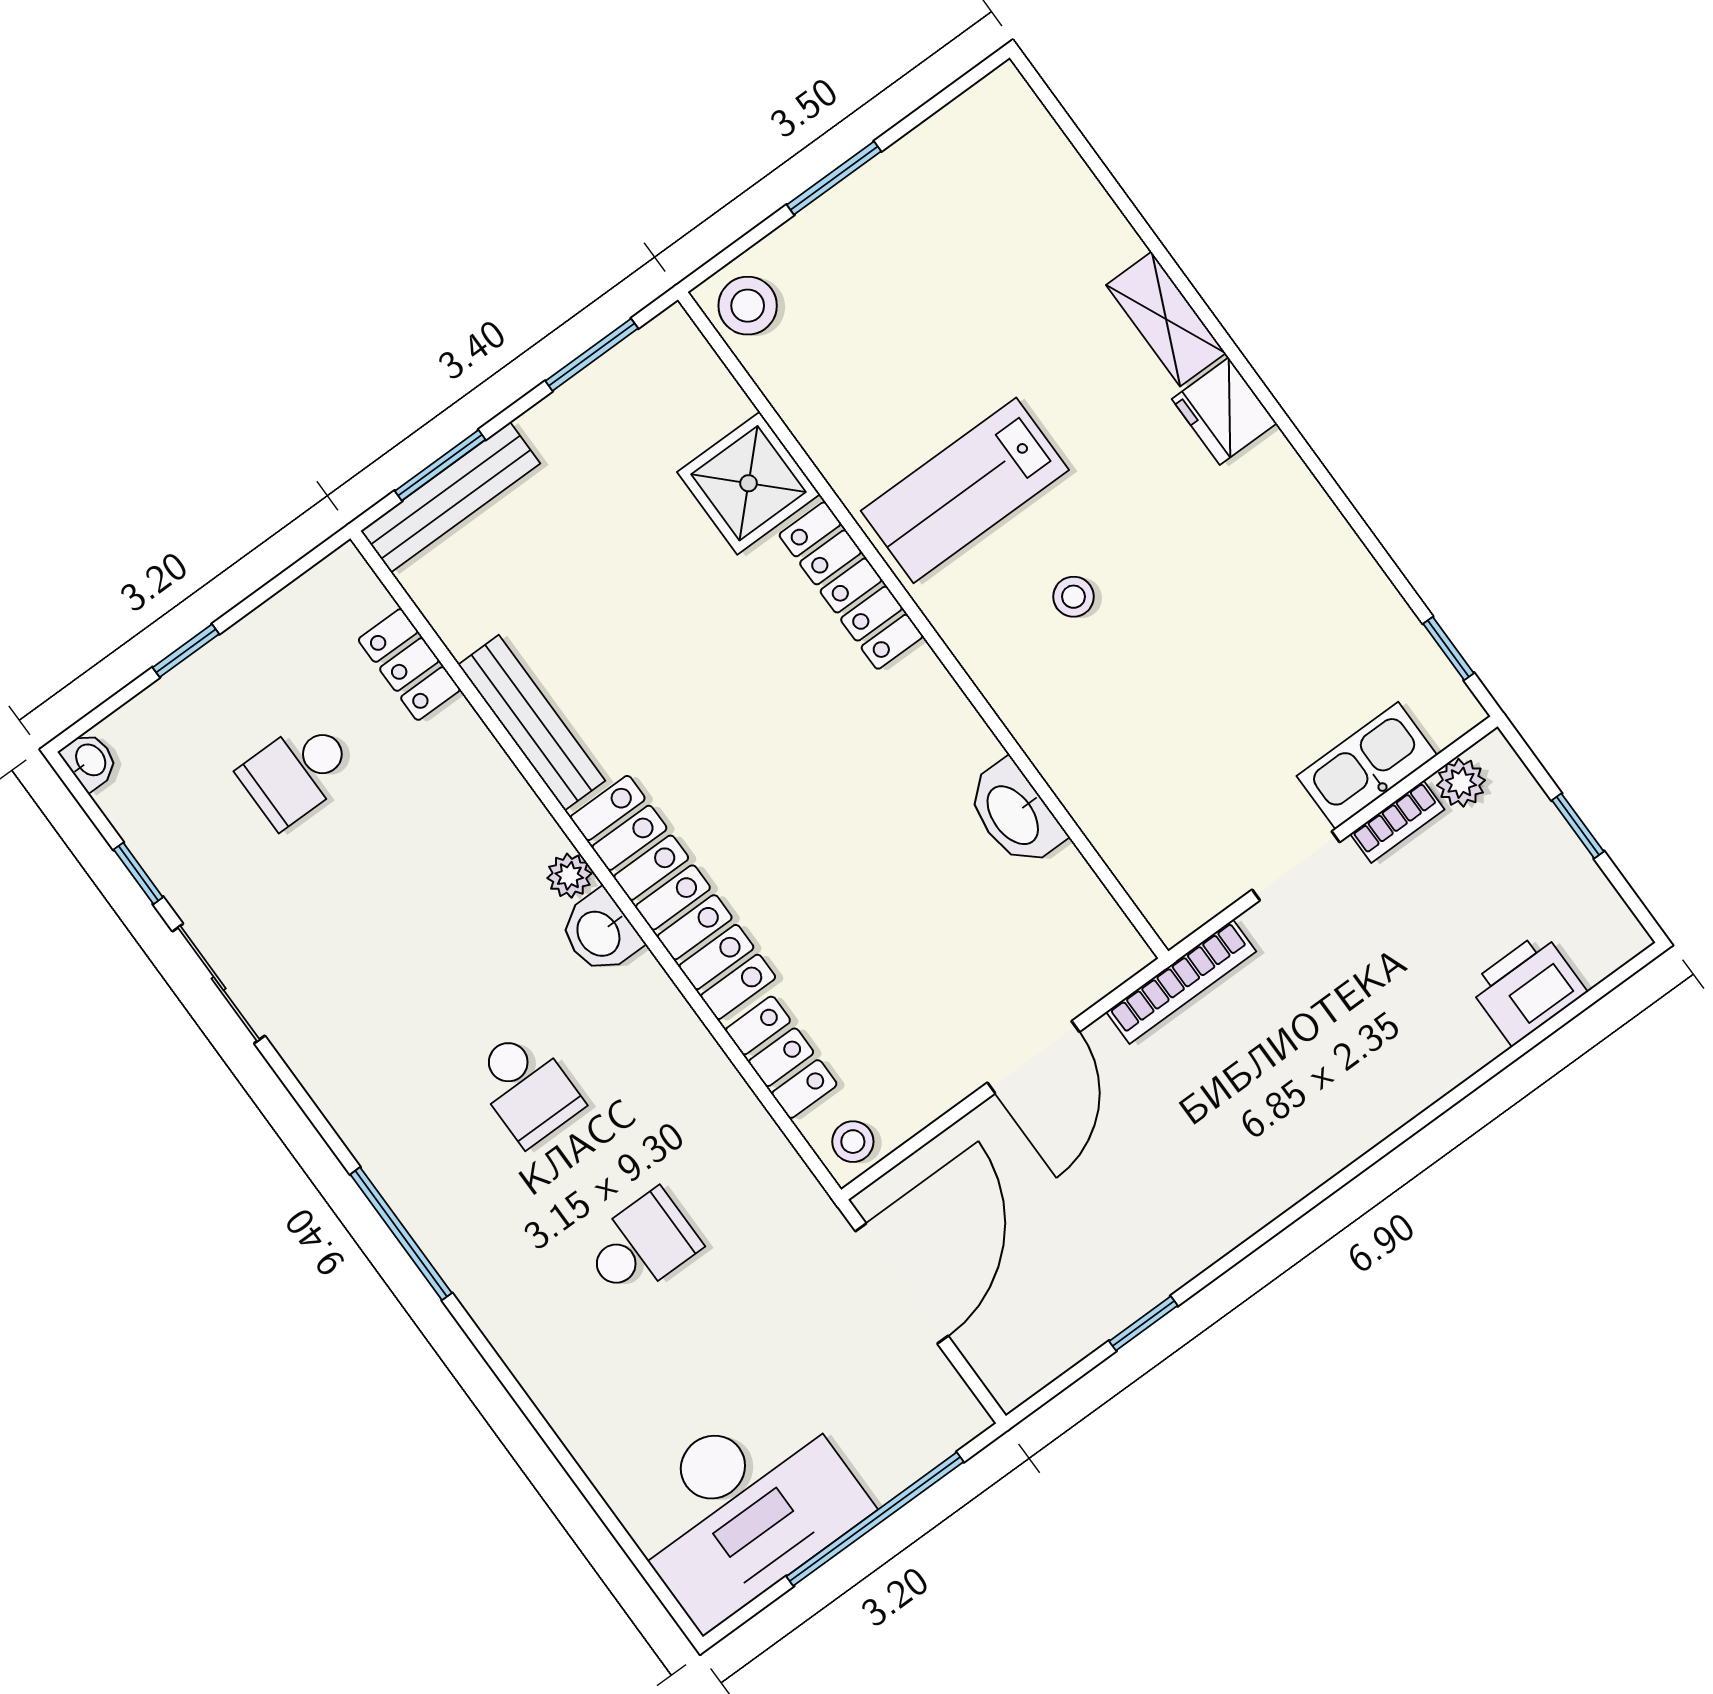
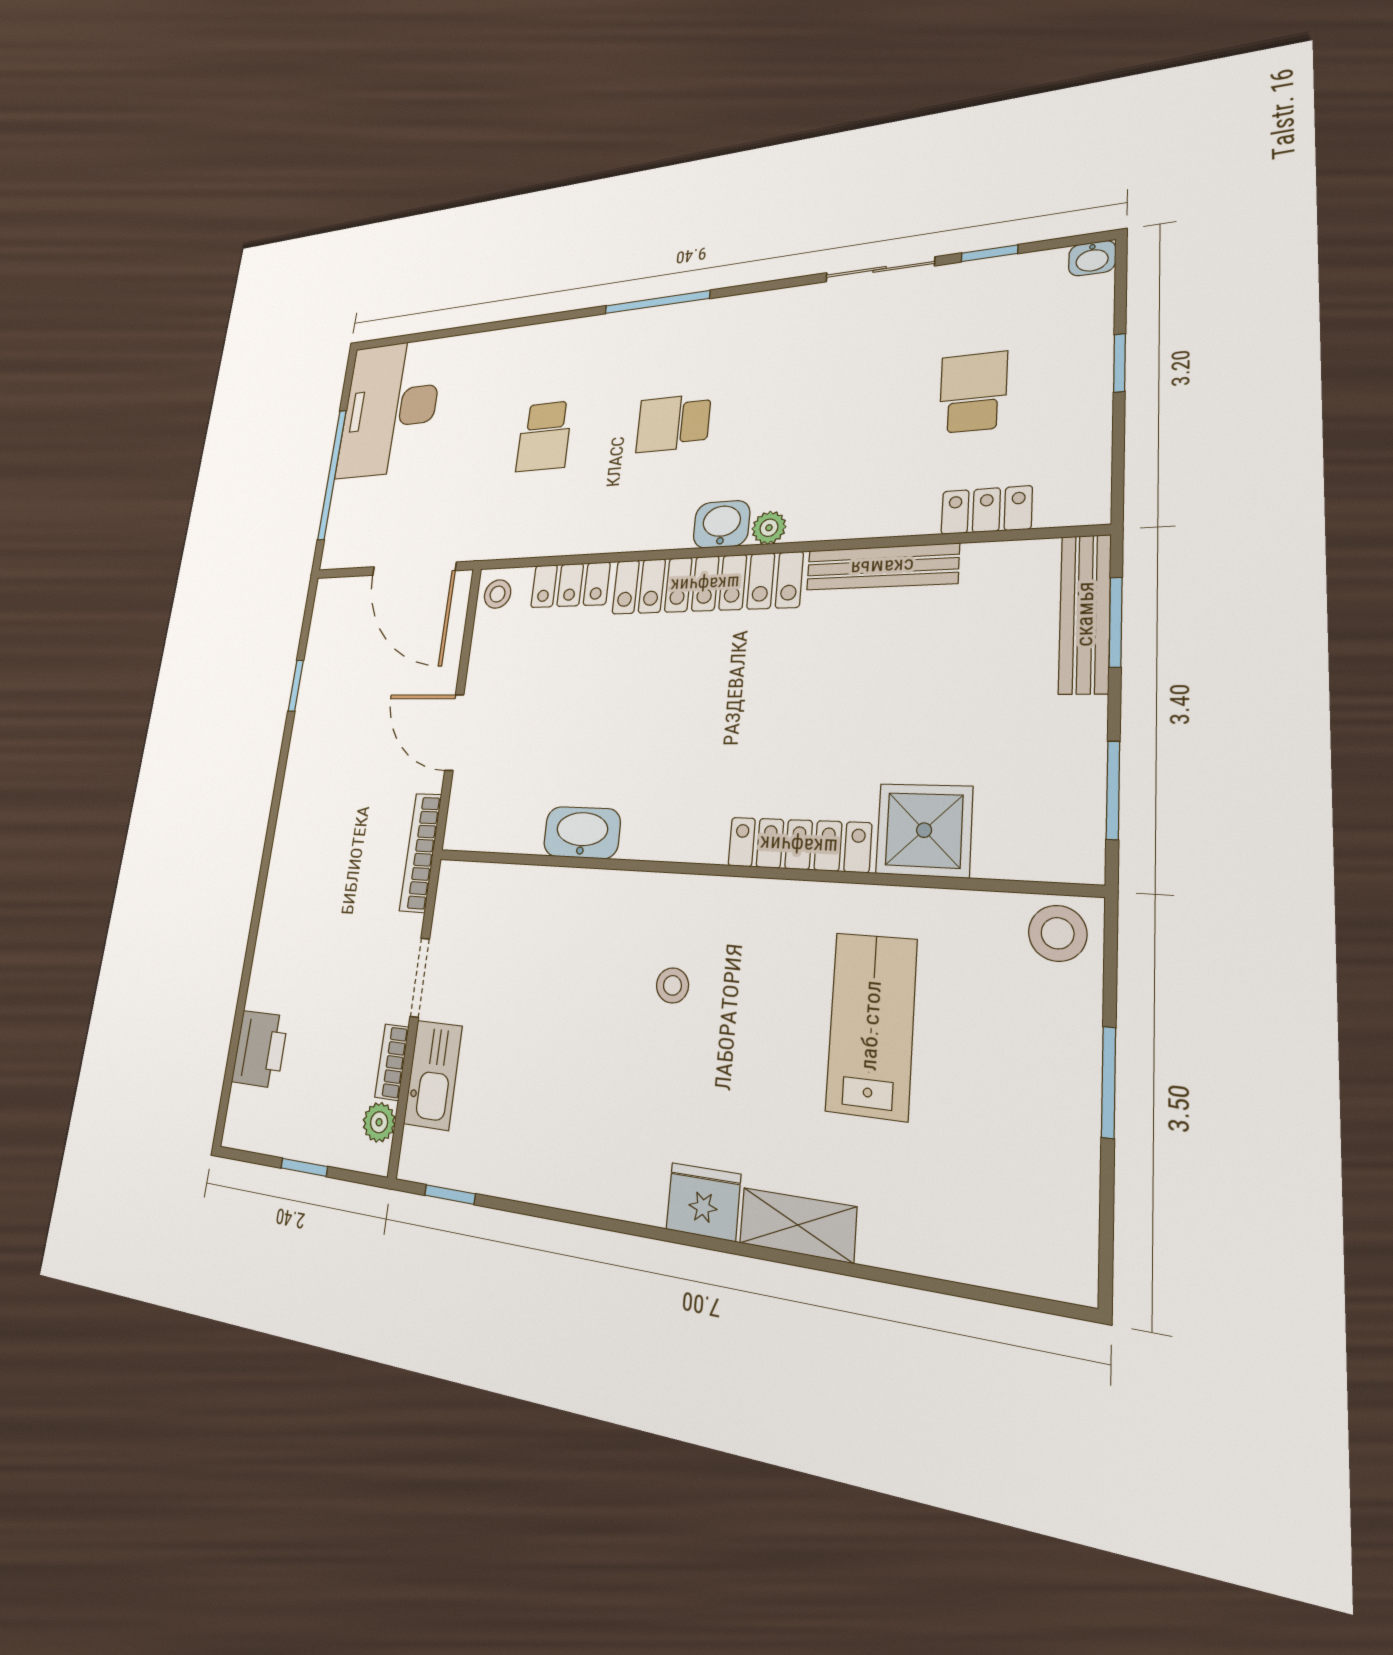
lab bench: (965, 490) -> (871, 1025), moved

